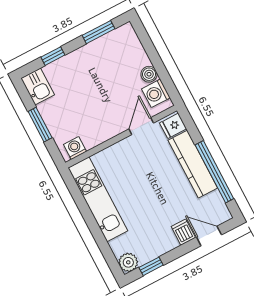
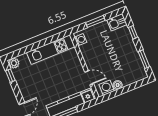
dishwasher: (183, 232) -> (28, 96), removed

